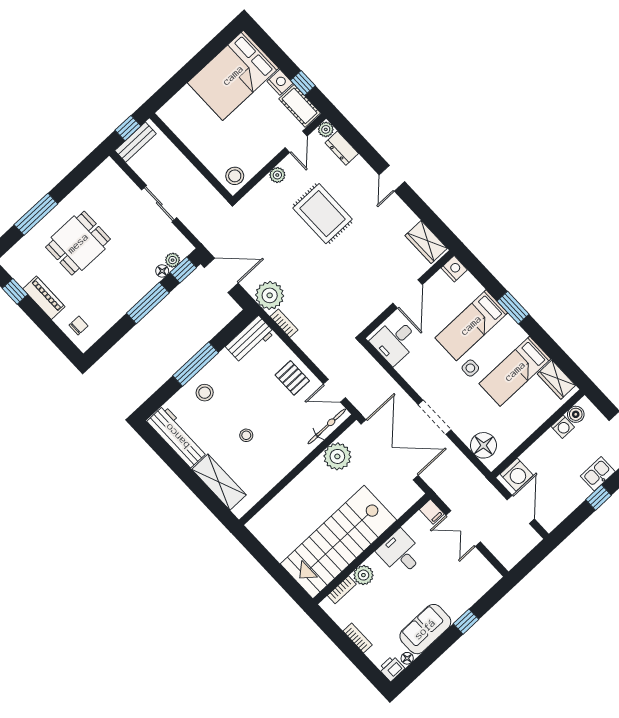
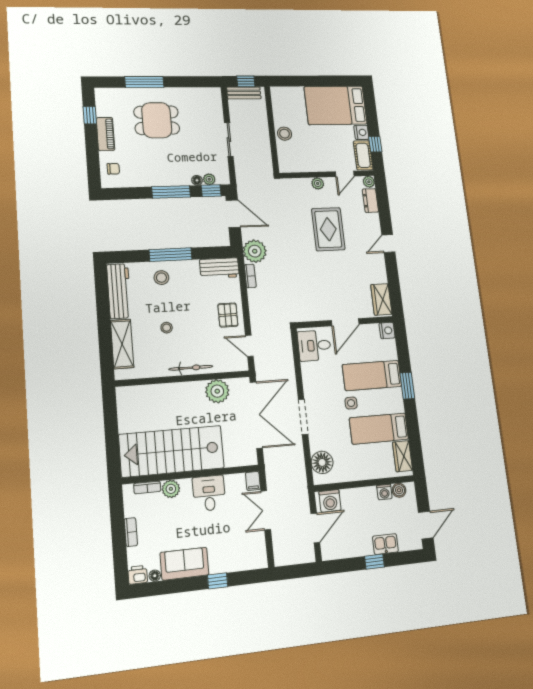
stool: (235, 176) -> (285, 134), moved
bicycle: (327, 426) -> (191, 368), moved

